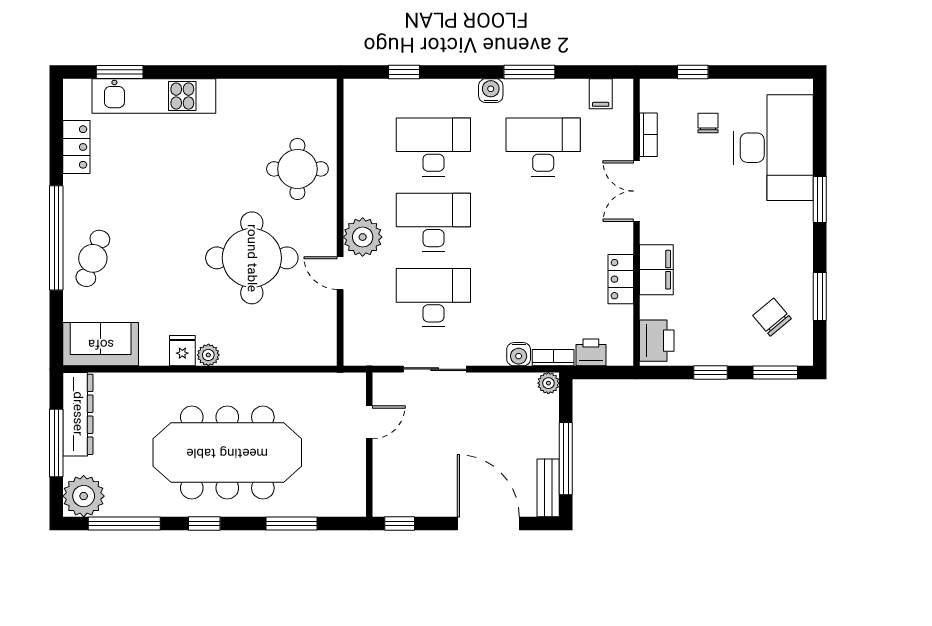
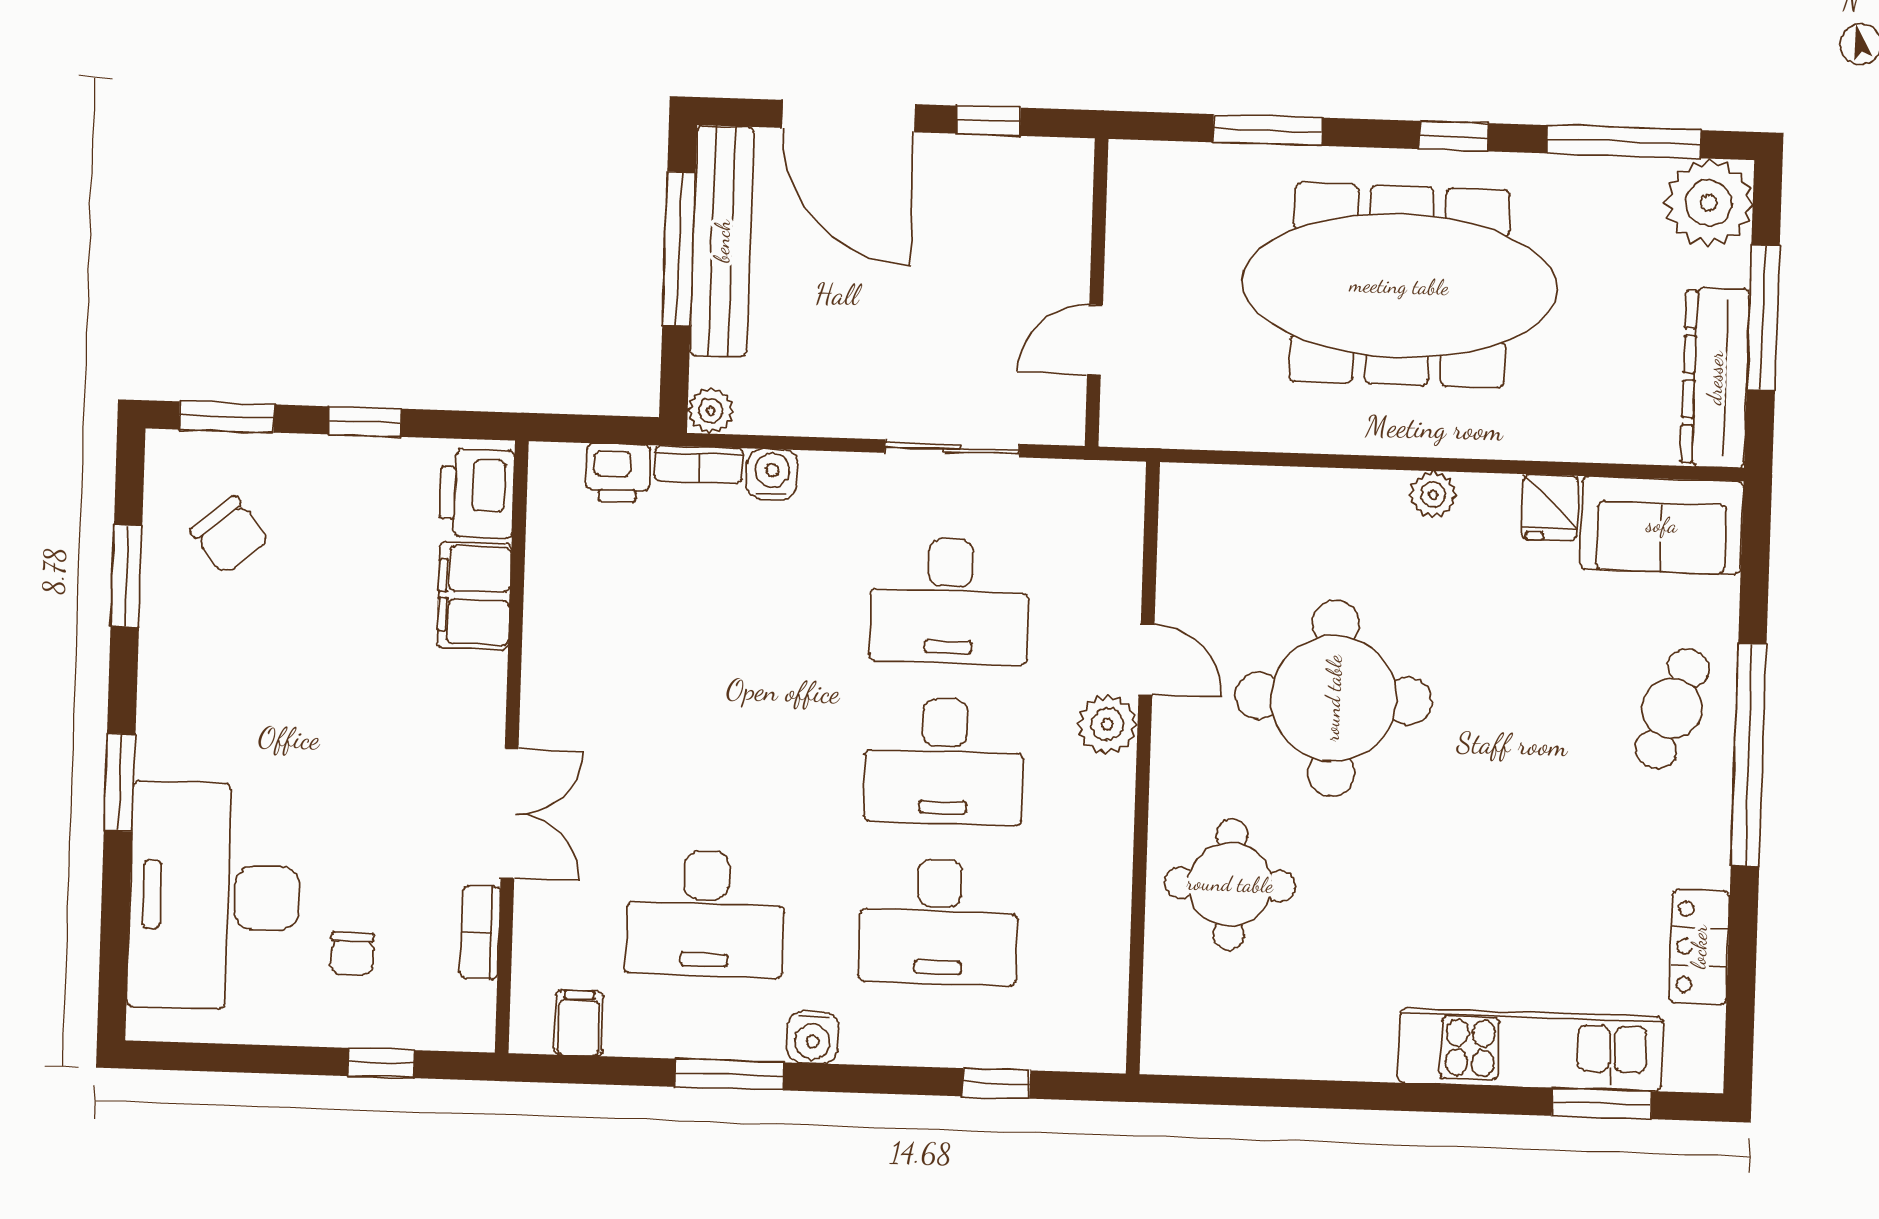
plant: (363, 237) -> (1107, 724), width x0.73, depth x0.73
filing cabinet: (656, 270) -> (474, 596), moved
locker: (621, 279) -> (549, 627), removed
fridge: (182, 351) -> (1550, 508), moved
bench: (548, 488) -> (722, 241), width x1.86, depth x1.21
window: (400, 523) -> (988, 121), moved

